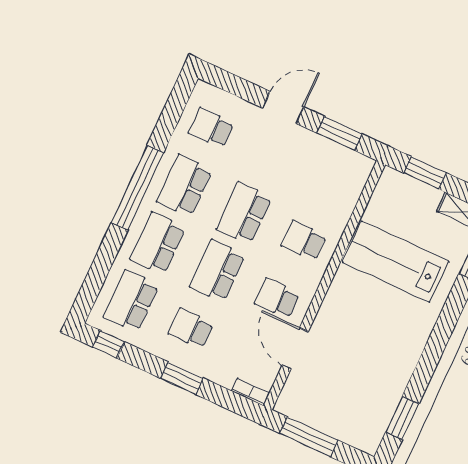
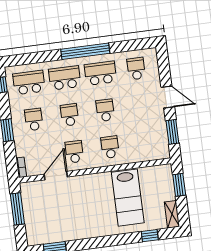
school desk: (244, 213) -> (105, 110), width x0.54
lab bench: (396, 262) -> (128, 198), turned 180
school desk: (217, 271) -> (69, 115), width x0.54

